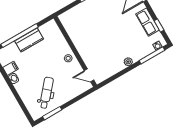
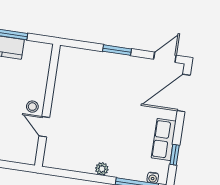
door: (89, 75) -> (44, 127), moved

